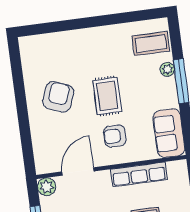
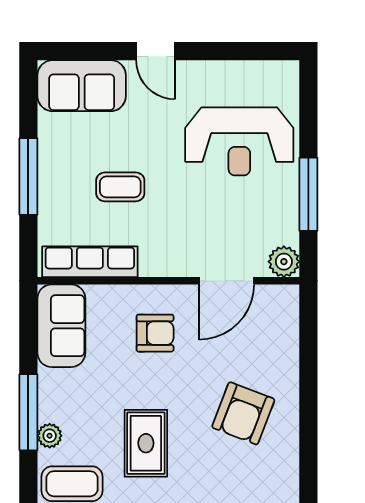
rug: (107, 96) -> (146, 443), moved
row of seats: (139, 174) -> (90, 262), moved

